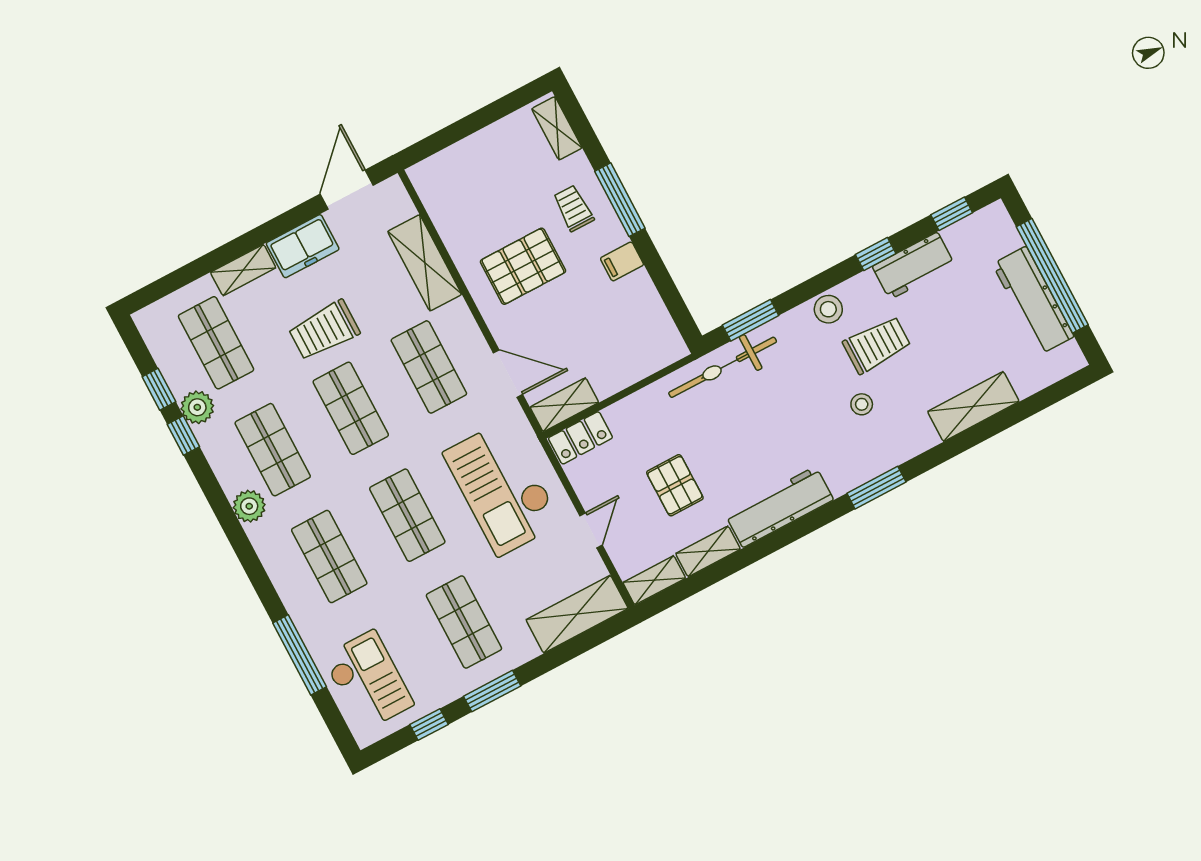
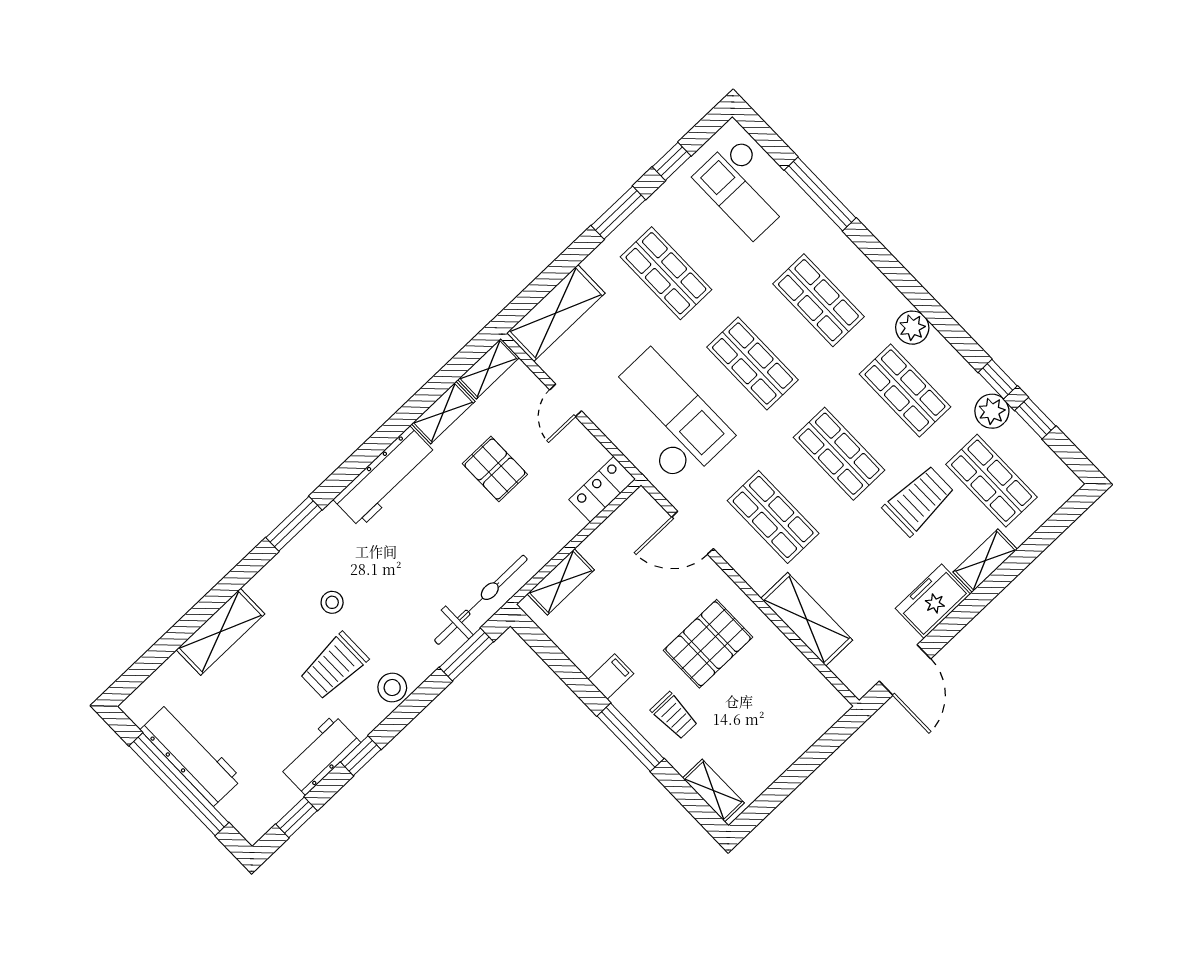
trolley: (324, 330) -> (919, 501), moved
shelving: (564, 405) -> (561, 582), moved

